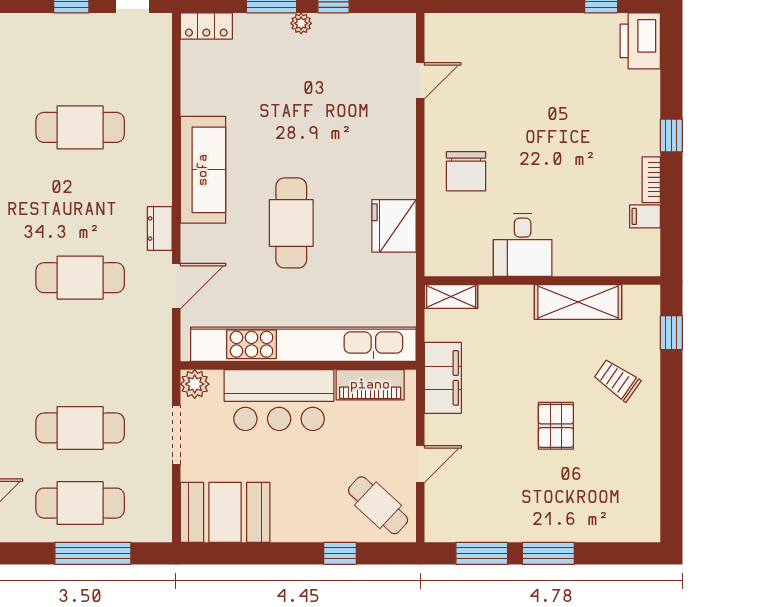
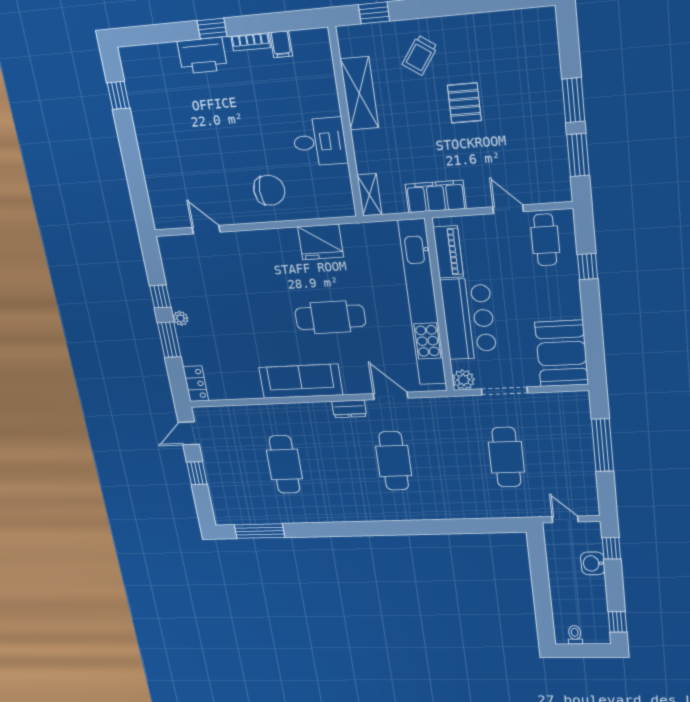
printer: (640, 41) -> (202, 56), moved
pallet: (556, 426) -> (464, 103), turned 90
cafe table: (80, 503) -> (564, 455), removed
cafe table: (378, 505) -> (545, 240), turned -43

